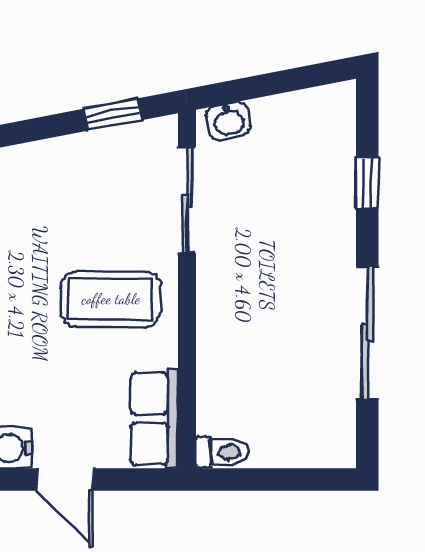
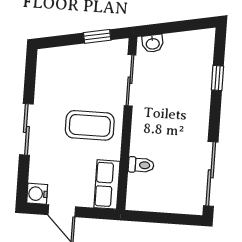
sliding door: (367, 333) -> (211, 174), moved
toilet: (222, 452) -> (141, 165), moved

